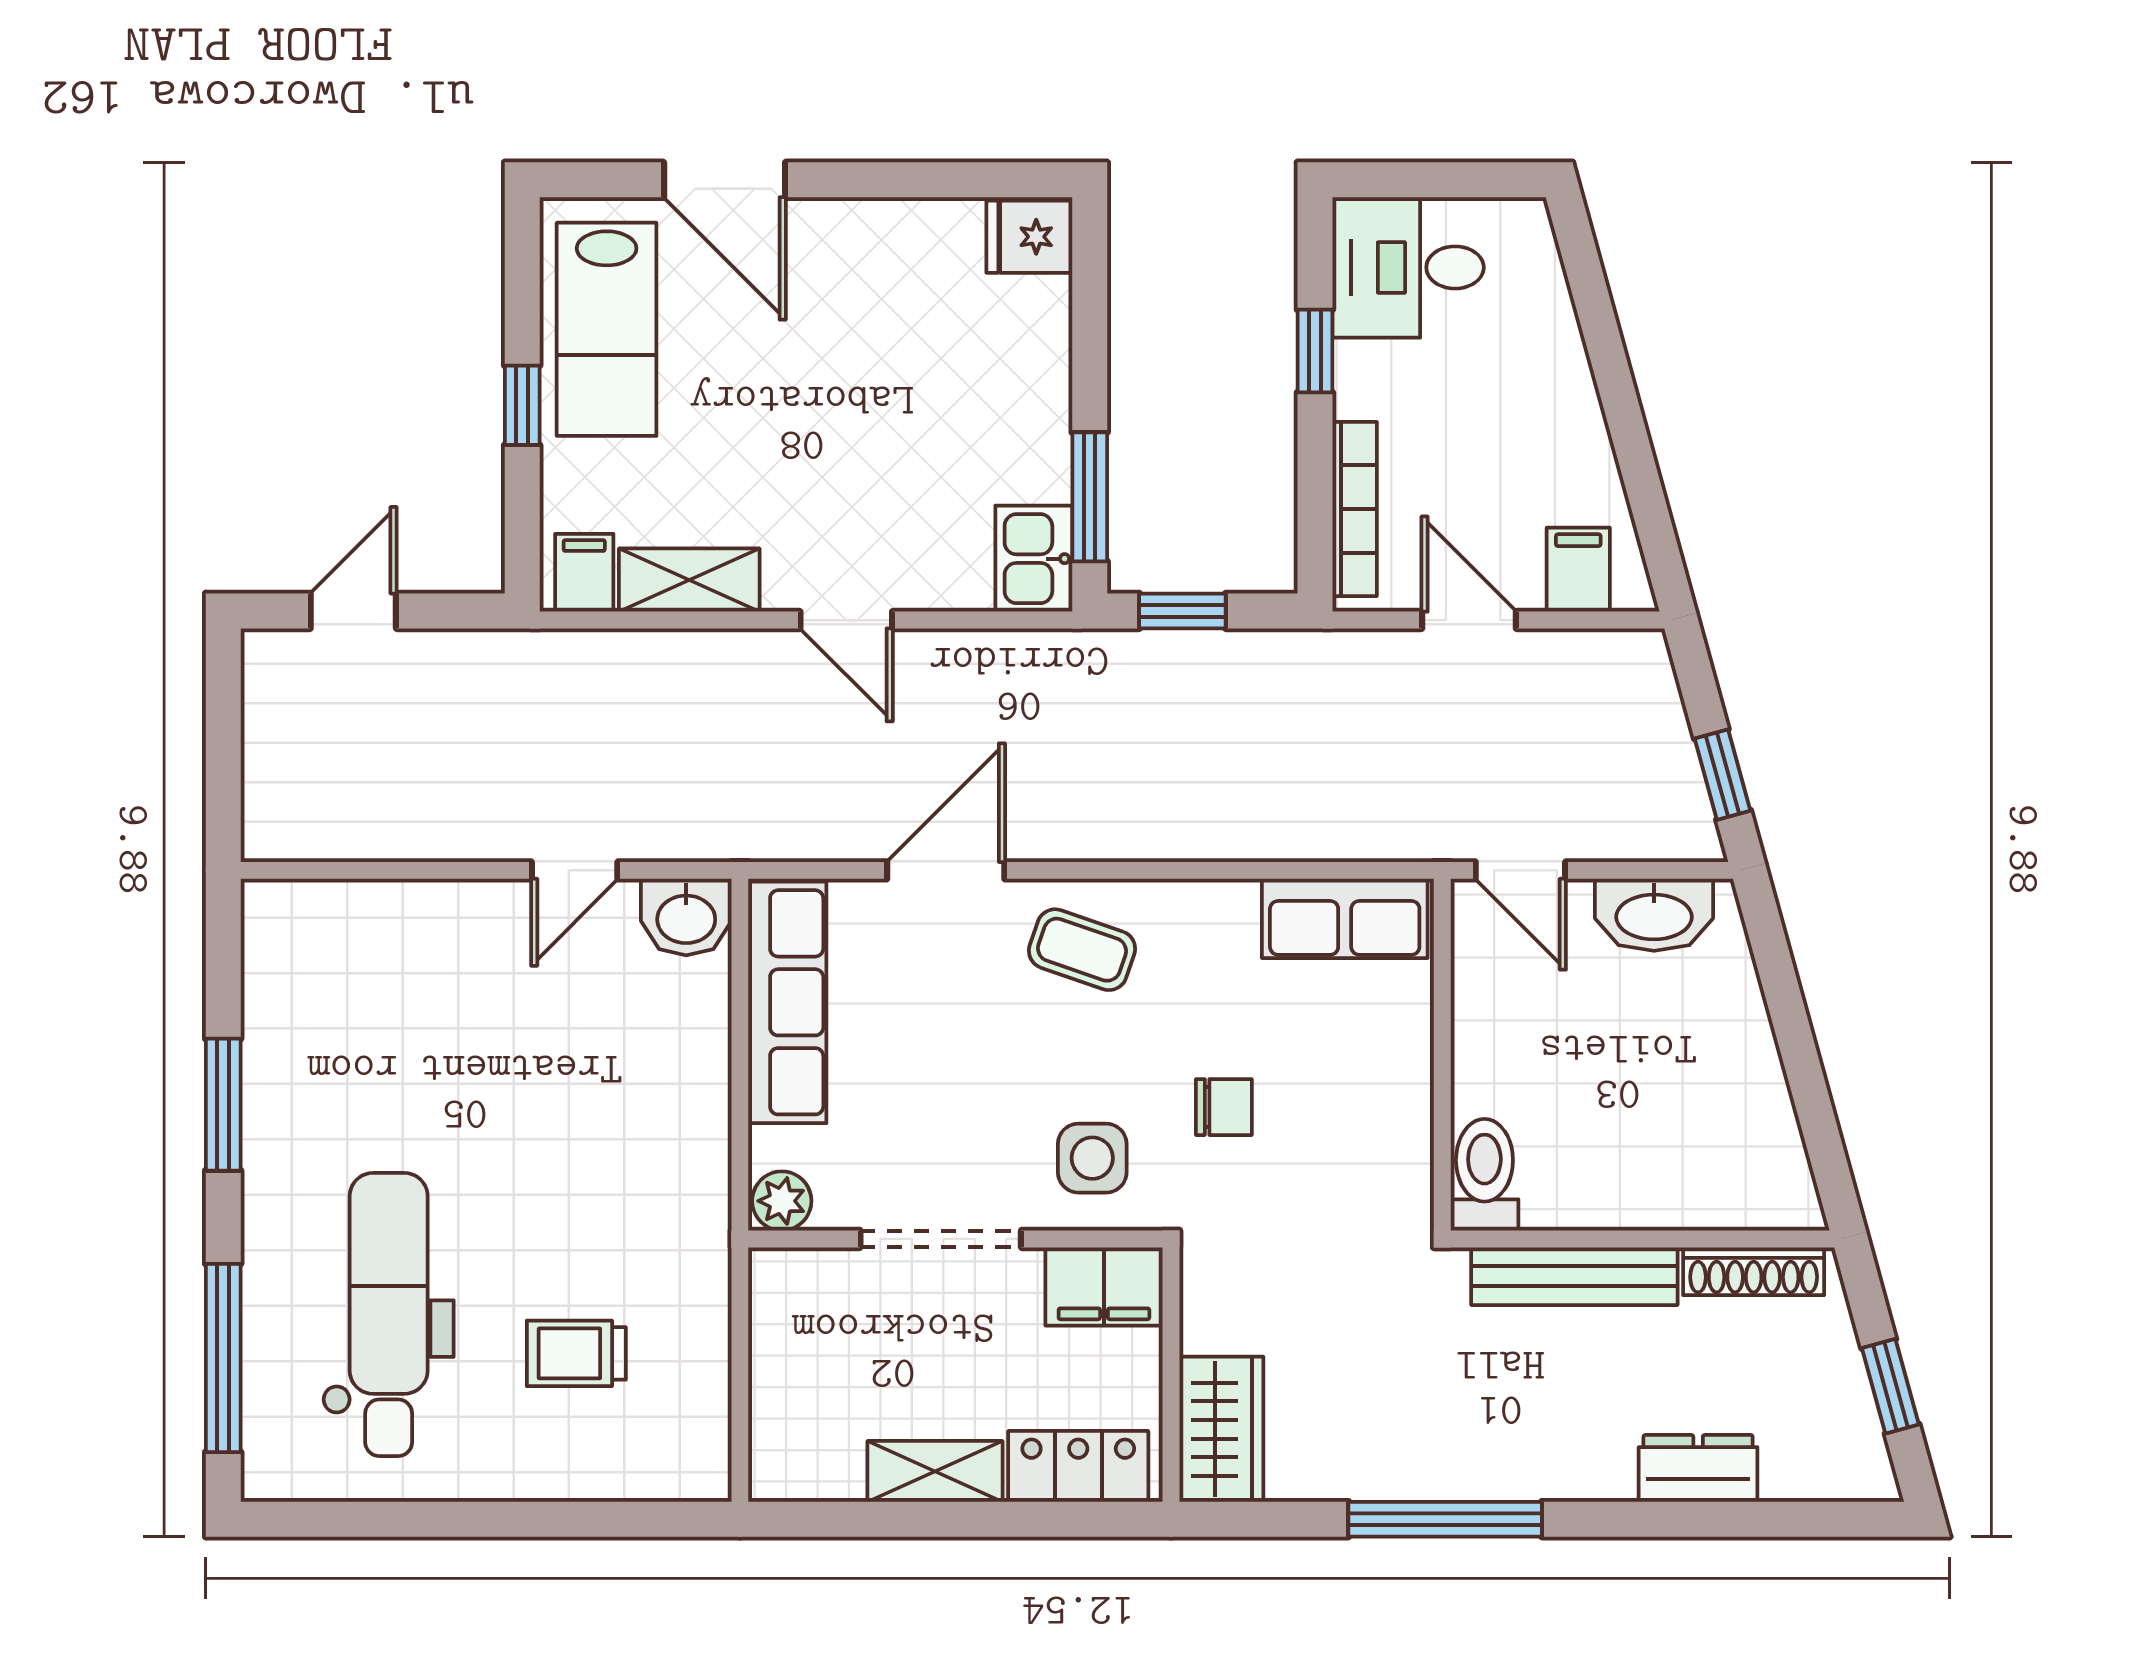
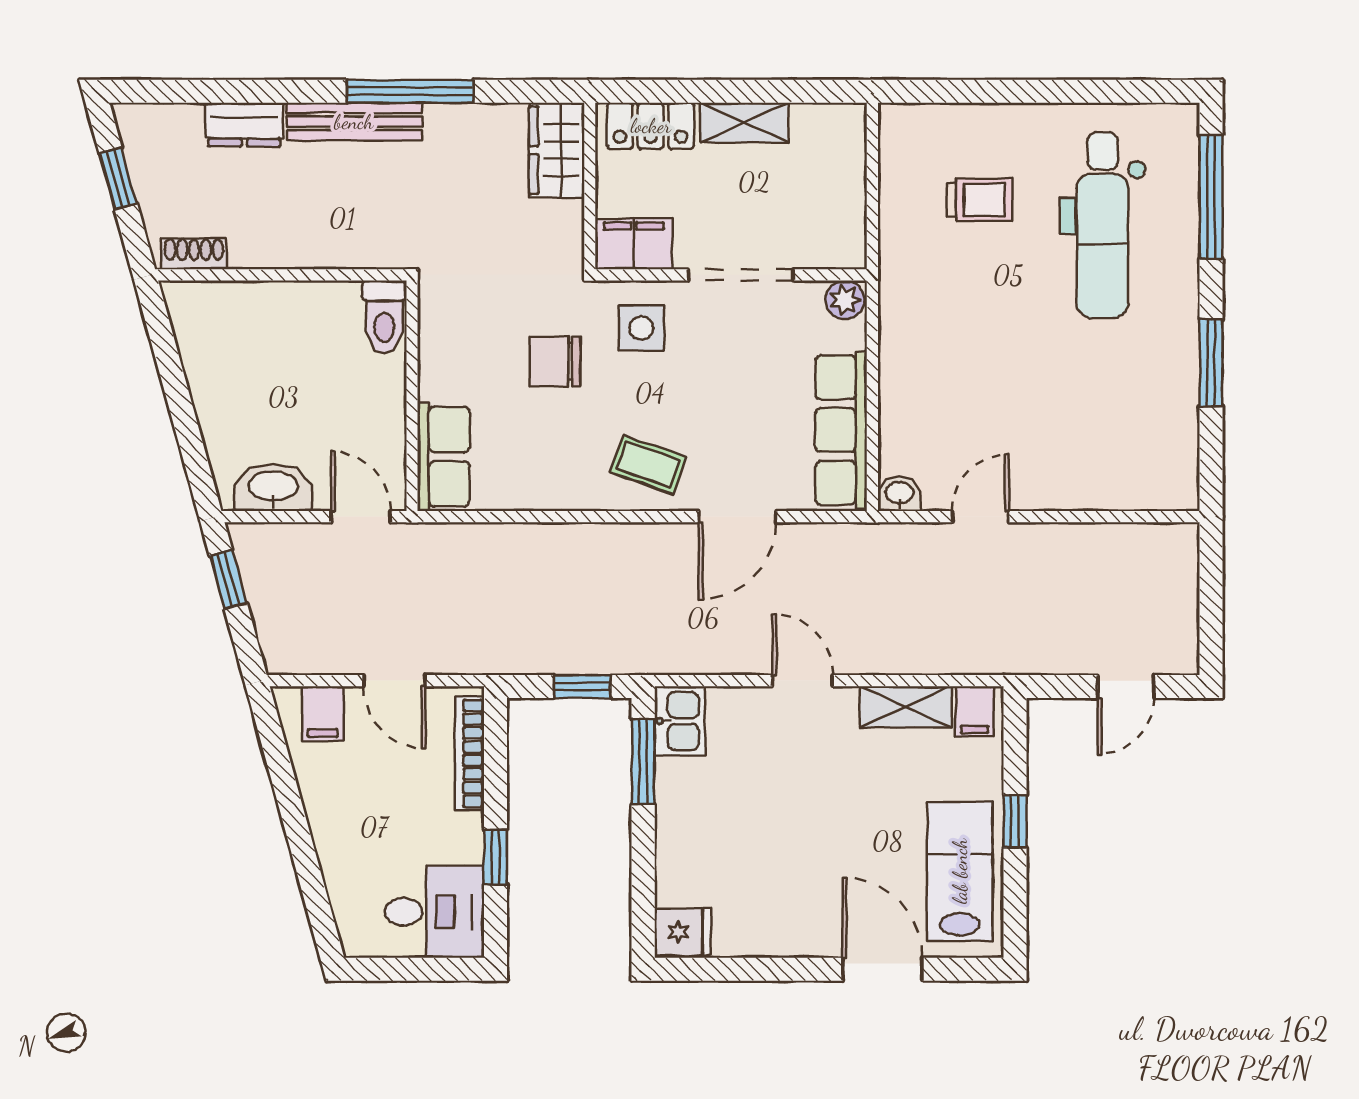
washbasin: (686, 917) -> (899, 494), width x0.72, depth x0.69
row of seats: (1345, 918) -> (443, 457), moved, turned 90
chair: (1224, 1107) -> (555, 361), width x1.37, depth x1.37
shoe rack: (1754, 1271) -> (194, 254), width x0.70
bench: (1574, 1276) -> (354, 122), moved

